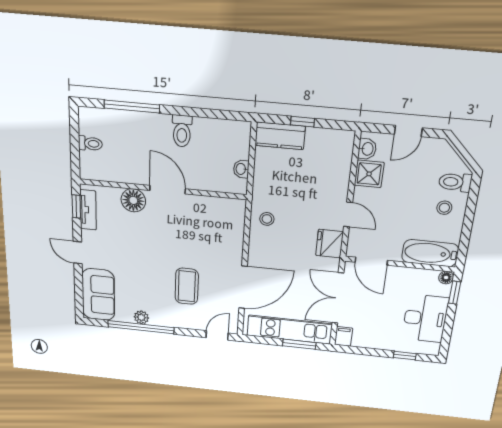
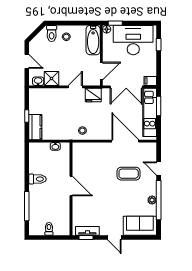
door: (168, 190) -> (71, 186), swing flipped
floor lamp: (133, 200) -> (79, 205), removed
door: (78, 253) -> (114, 237), hinge flipped
desk: (425, 318) -> (133, 40), width x1.36, depth x1.30
door: (217, 335) -> (159, 168), moved

